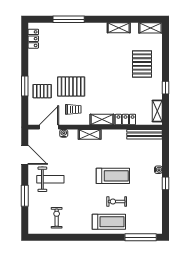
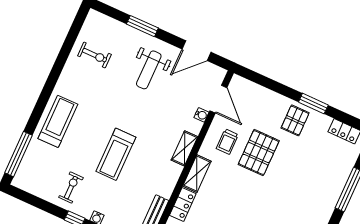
window: (25, 86) -> (313, 104), moved
pallet: (42, 91) -> (295, 120), moved
exercise bike: (117, 202) -> (71, 188), moved
treadmill: (109, 222) -> (58, 121), turned 180

